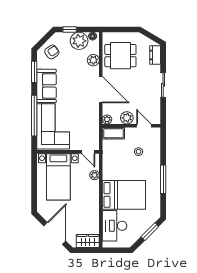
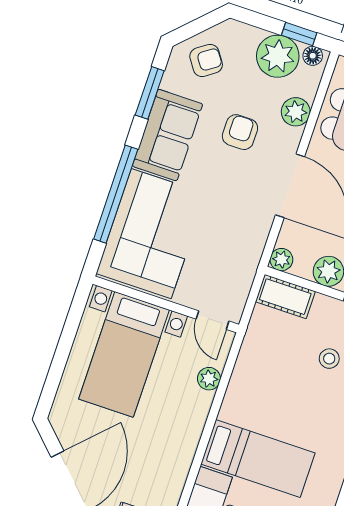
window: (70, 29) -> (299, 34), moved
armchair: (74, 75) -> (240, 132), added
bed: (124, 195) -> (258, 459), width x0.67

